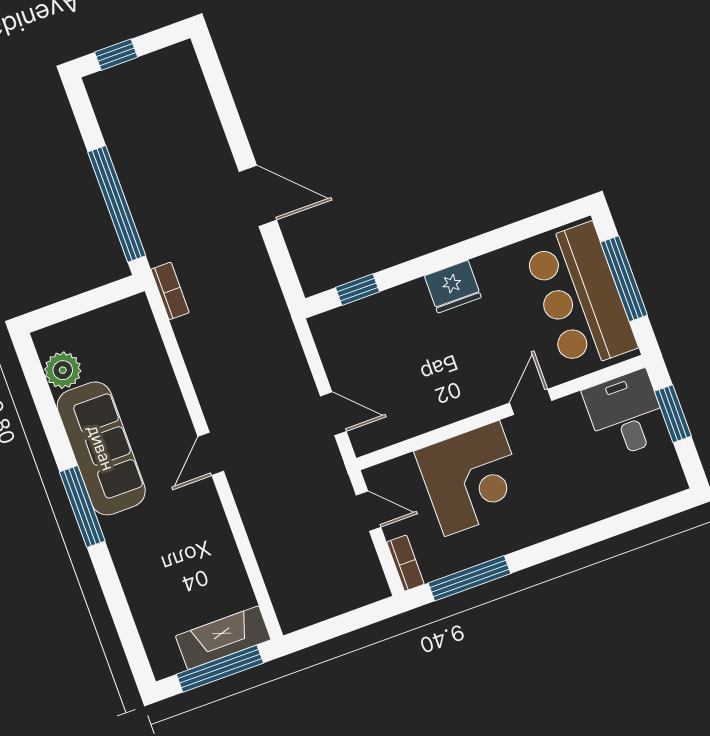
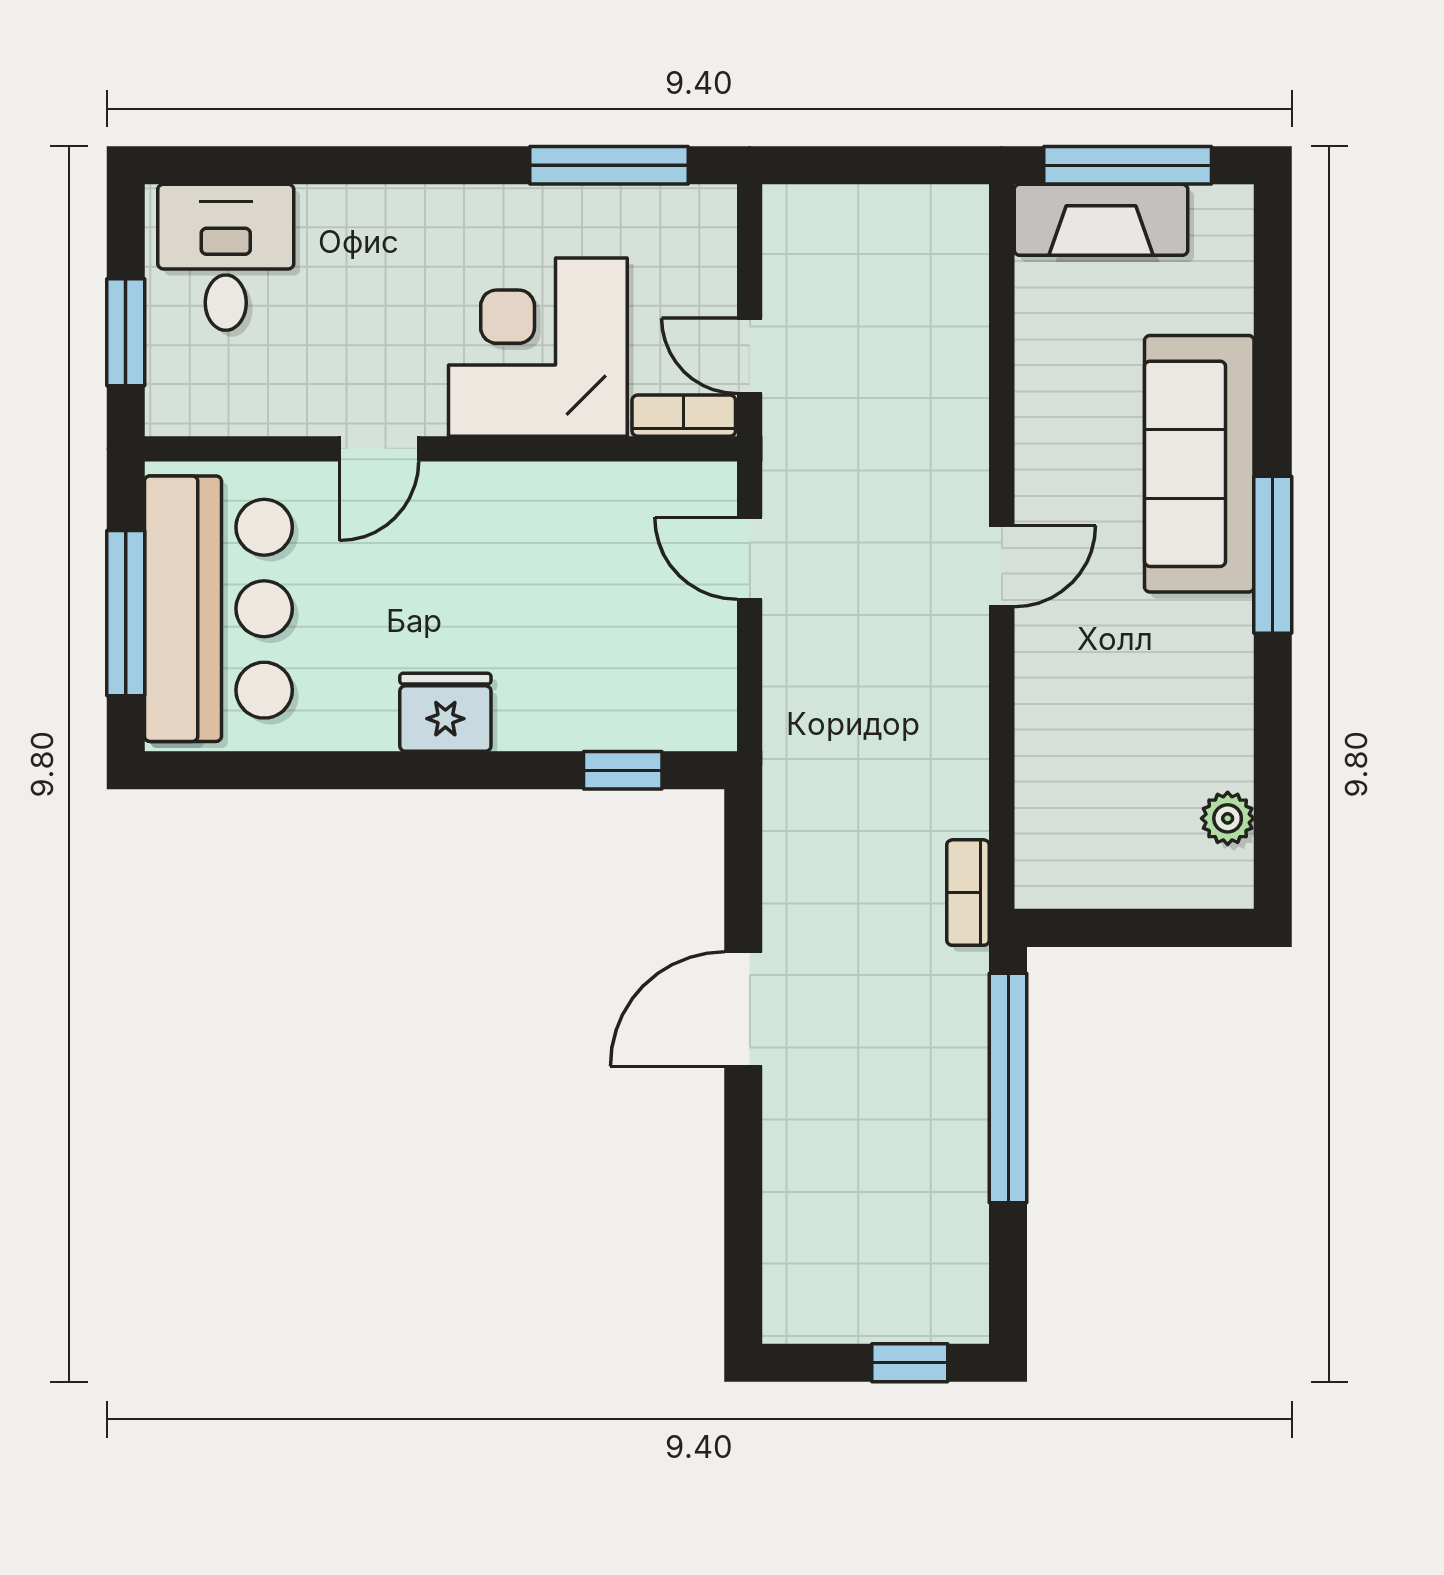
door: (258, 196) -> (743, 1009), hinge flipped
plant: (63, 370) -> (1228, 818), width x0.73, depth x0.73
desk: (626, 414) -> (226, 257), moved, turned 180
sofa: (101, 448) -> (1199, 464), moved
bookcase: (405, 563) -> (684, 416), moved, turned 90

